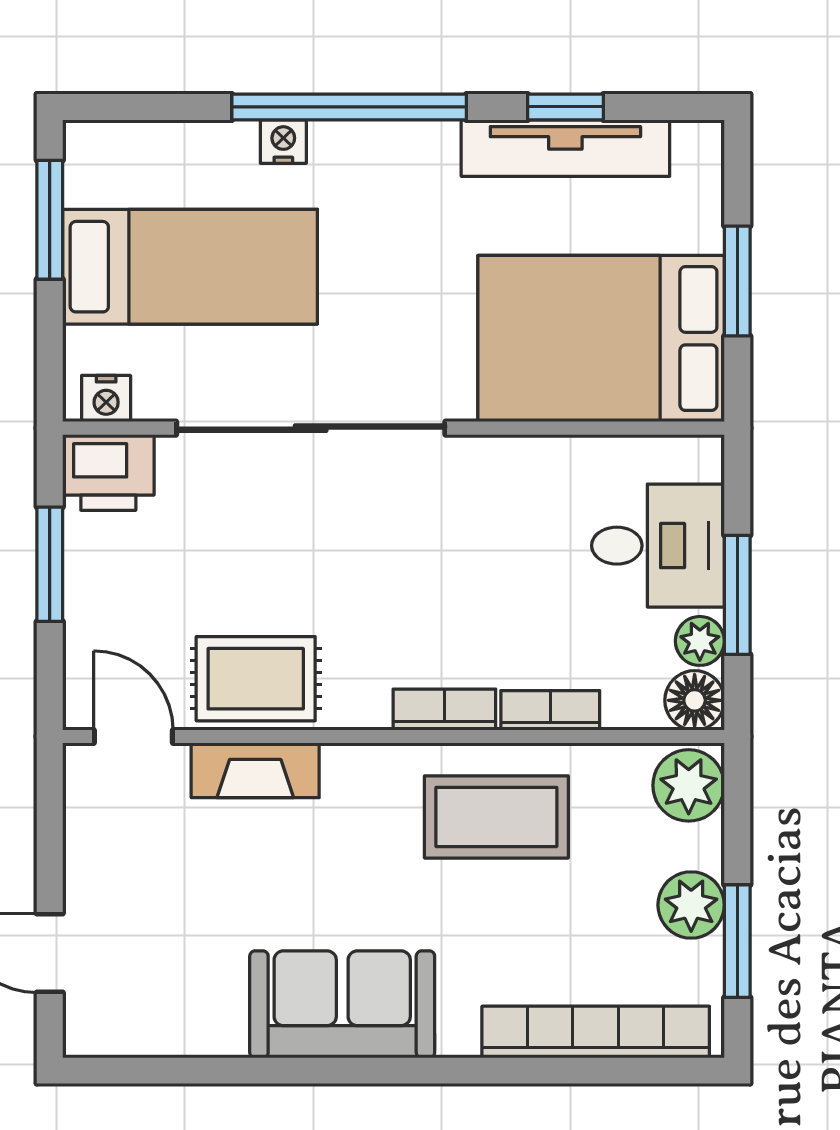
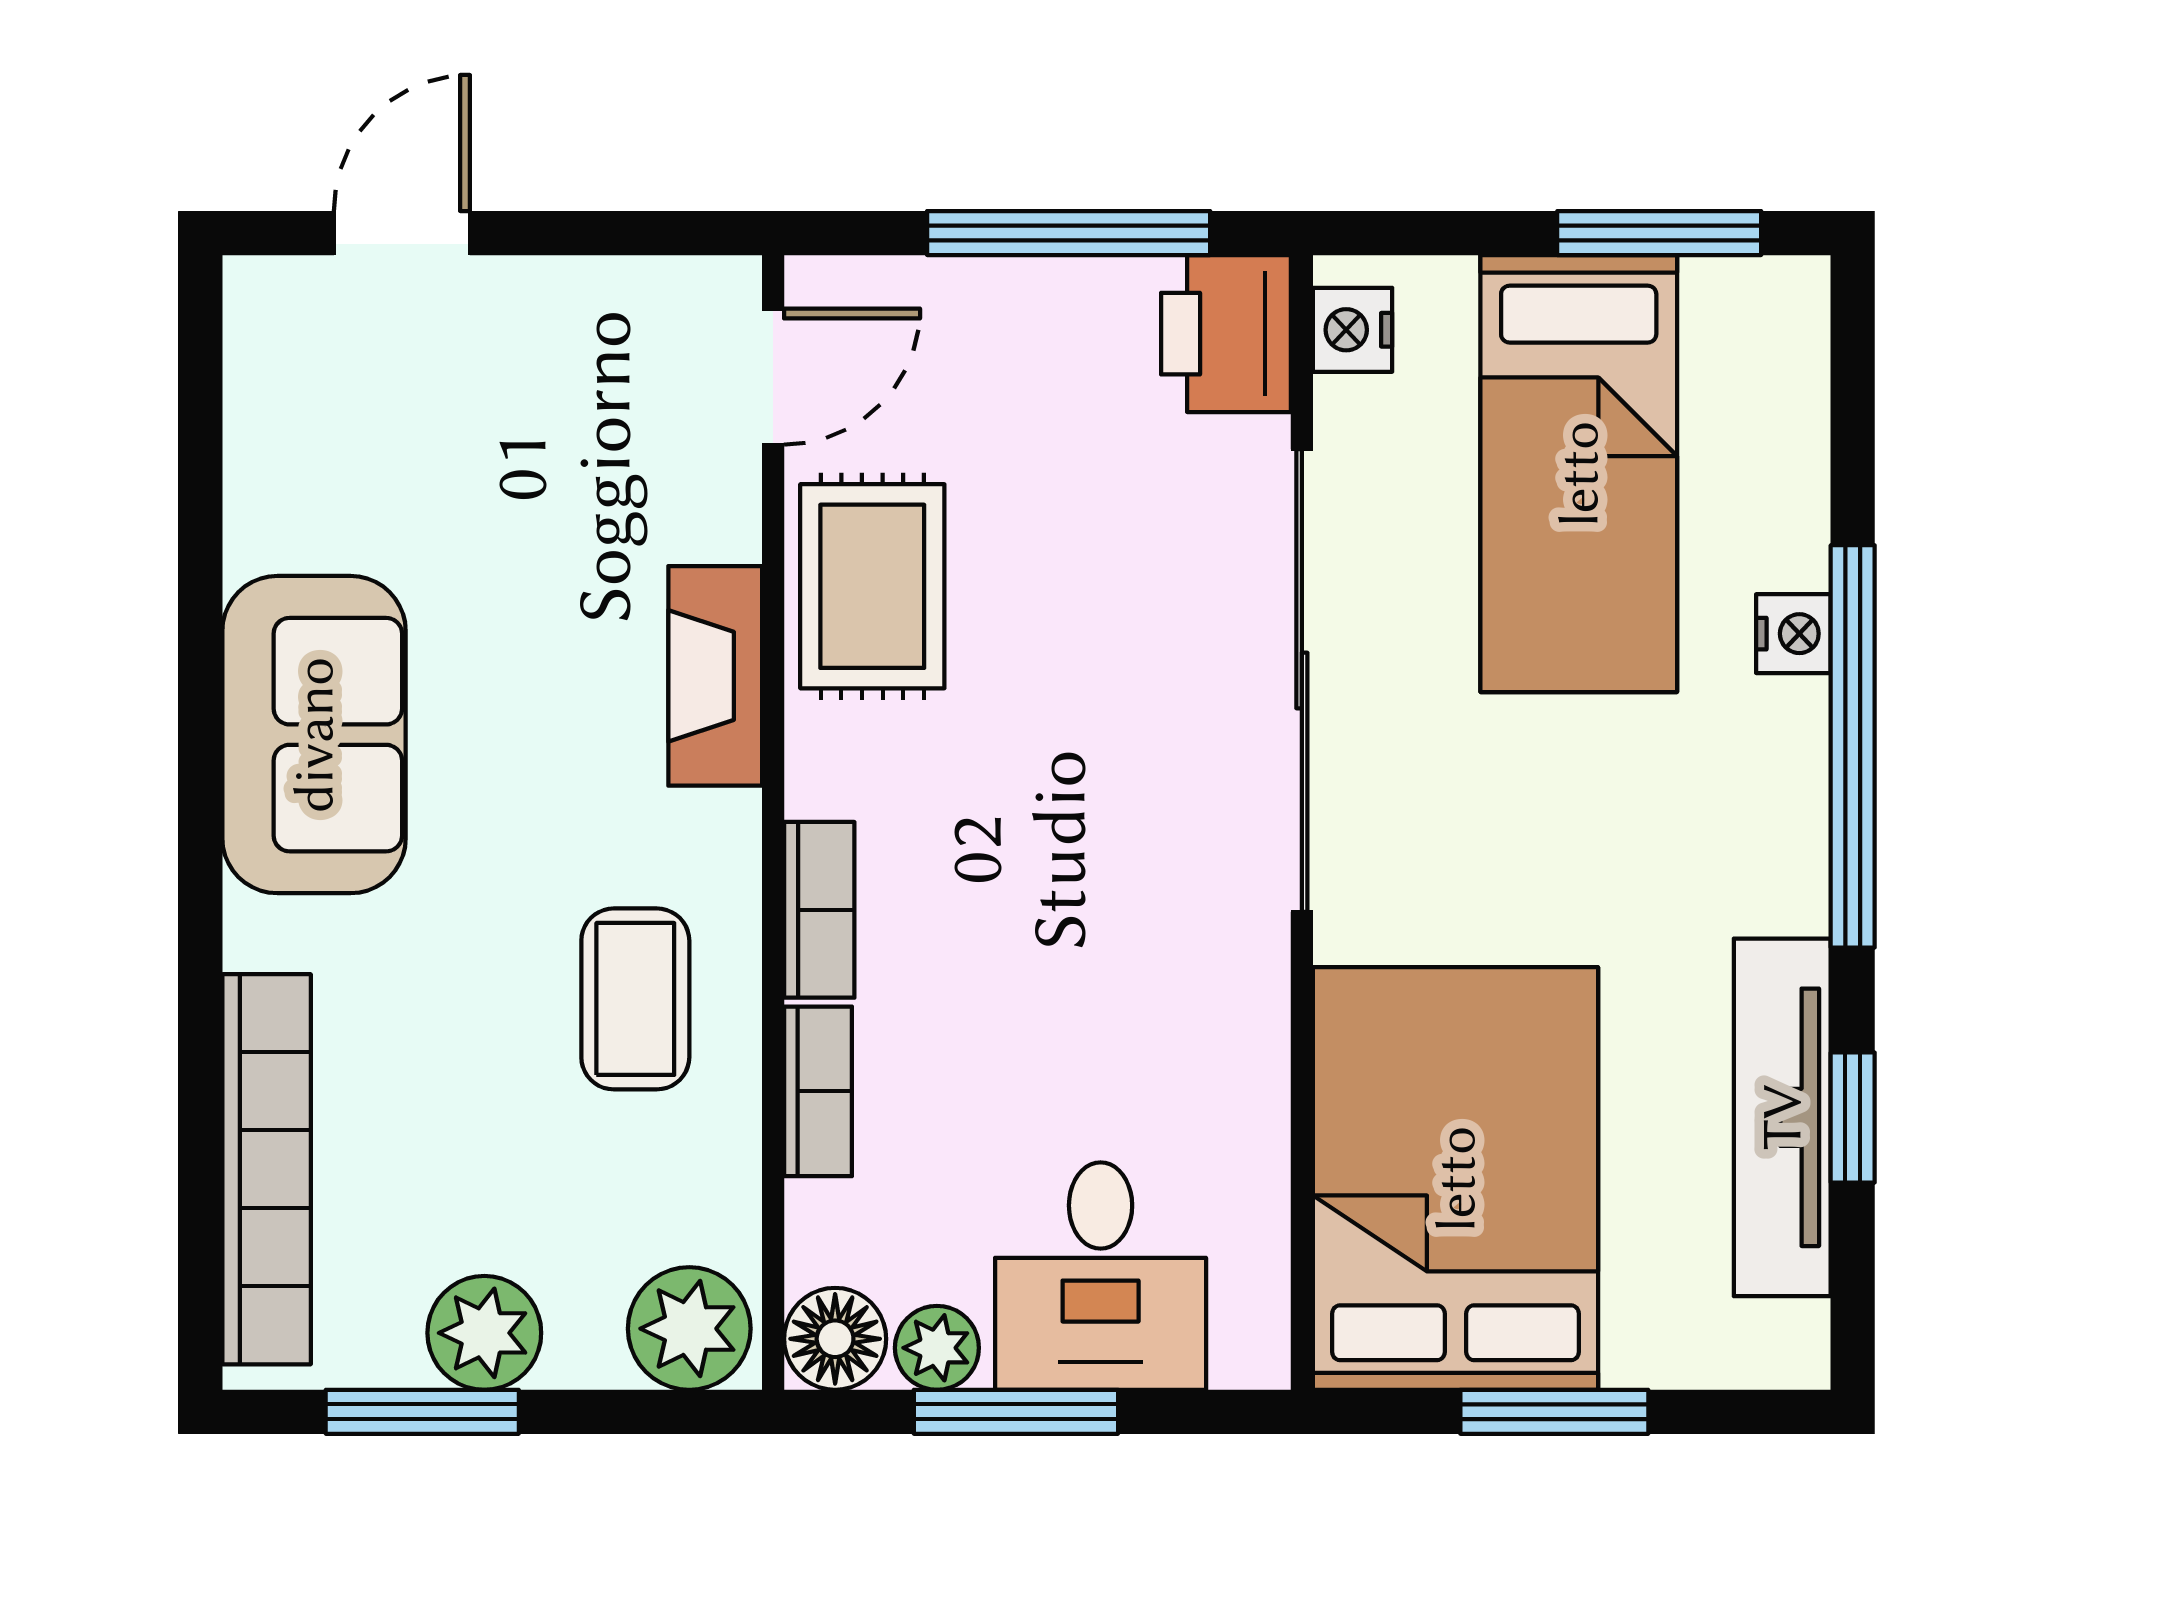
window: (50, 564) -> (1069, 233), width x1.44
fireplace: (255, 770) -> (715, 676), moved
coffee table: (496, 817) -> (635, 999), width x0.73, depth x0.77

